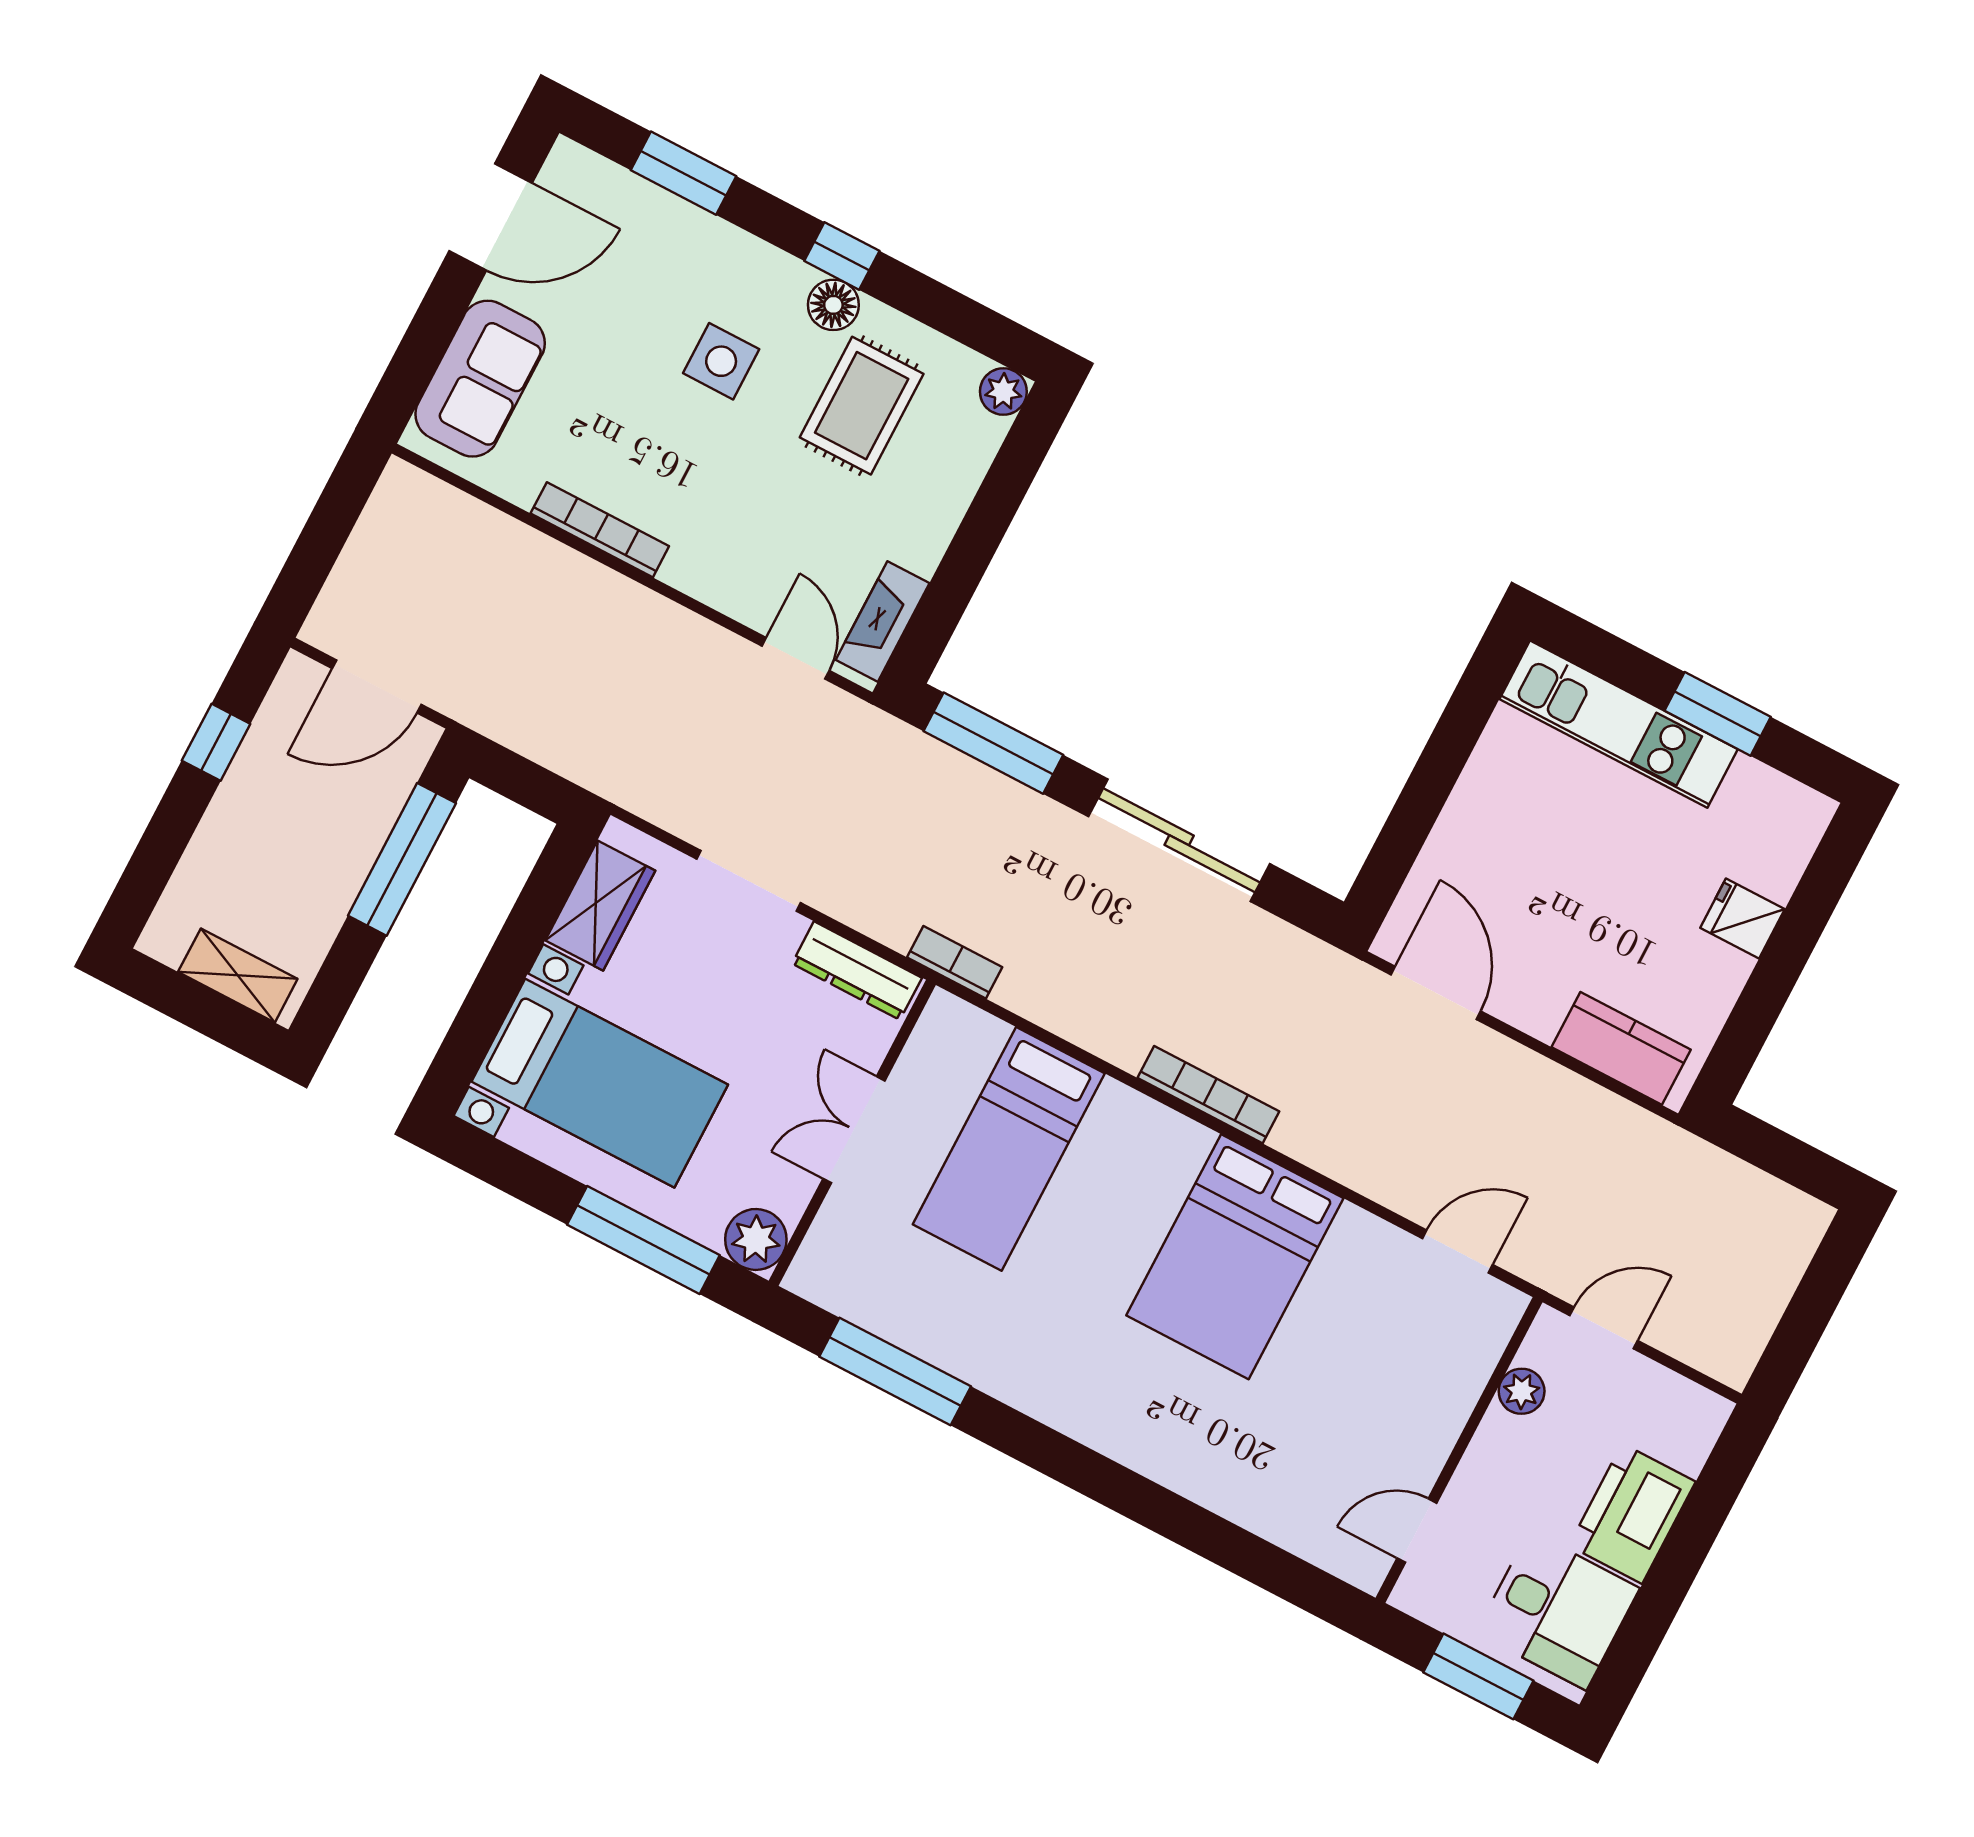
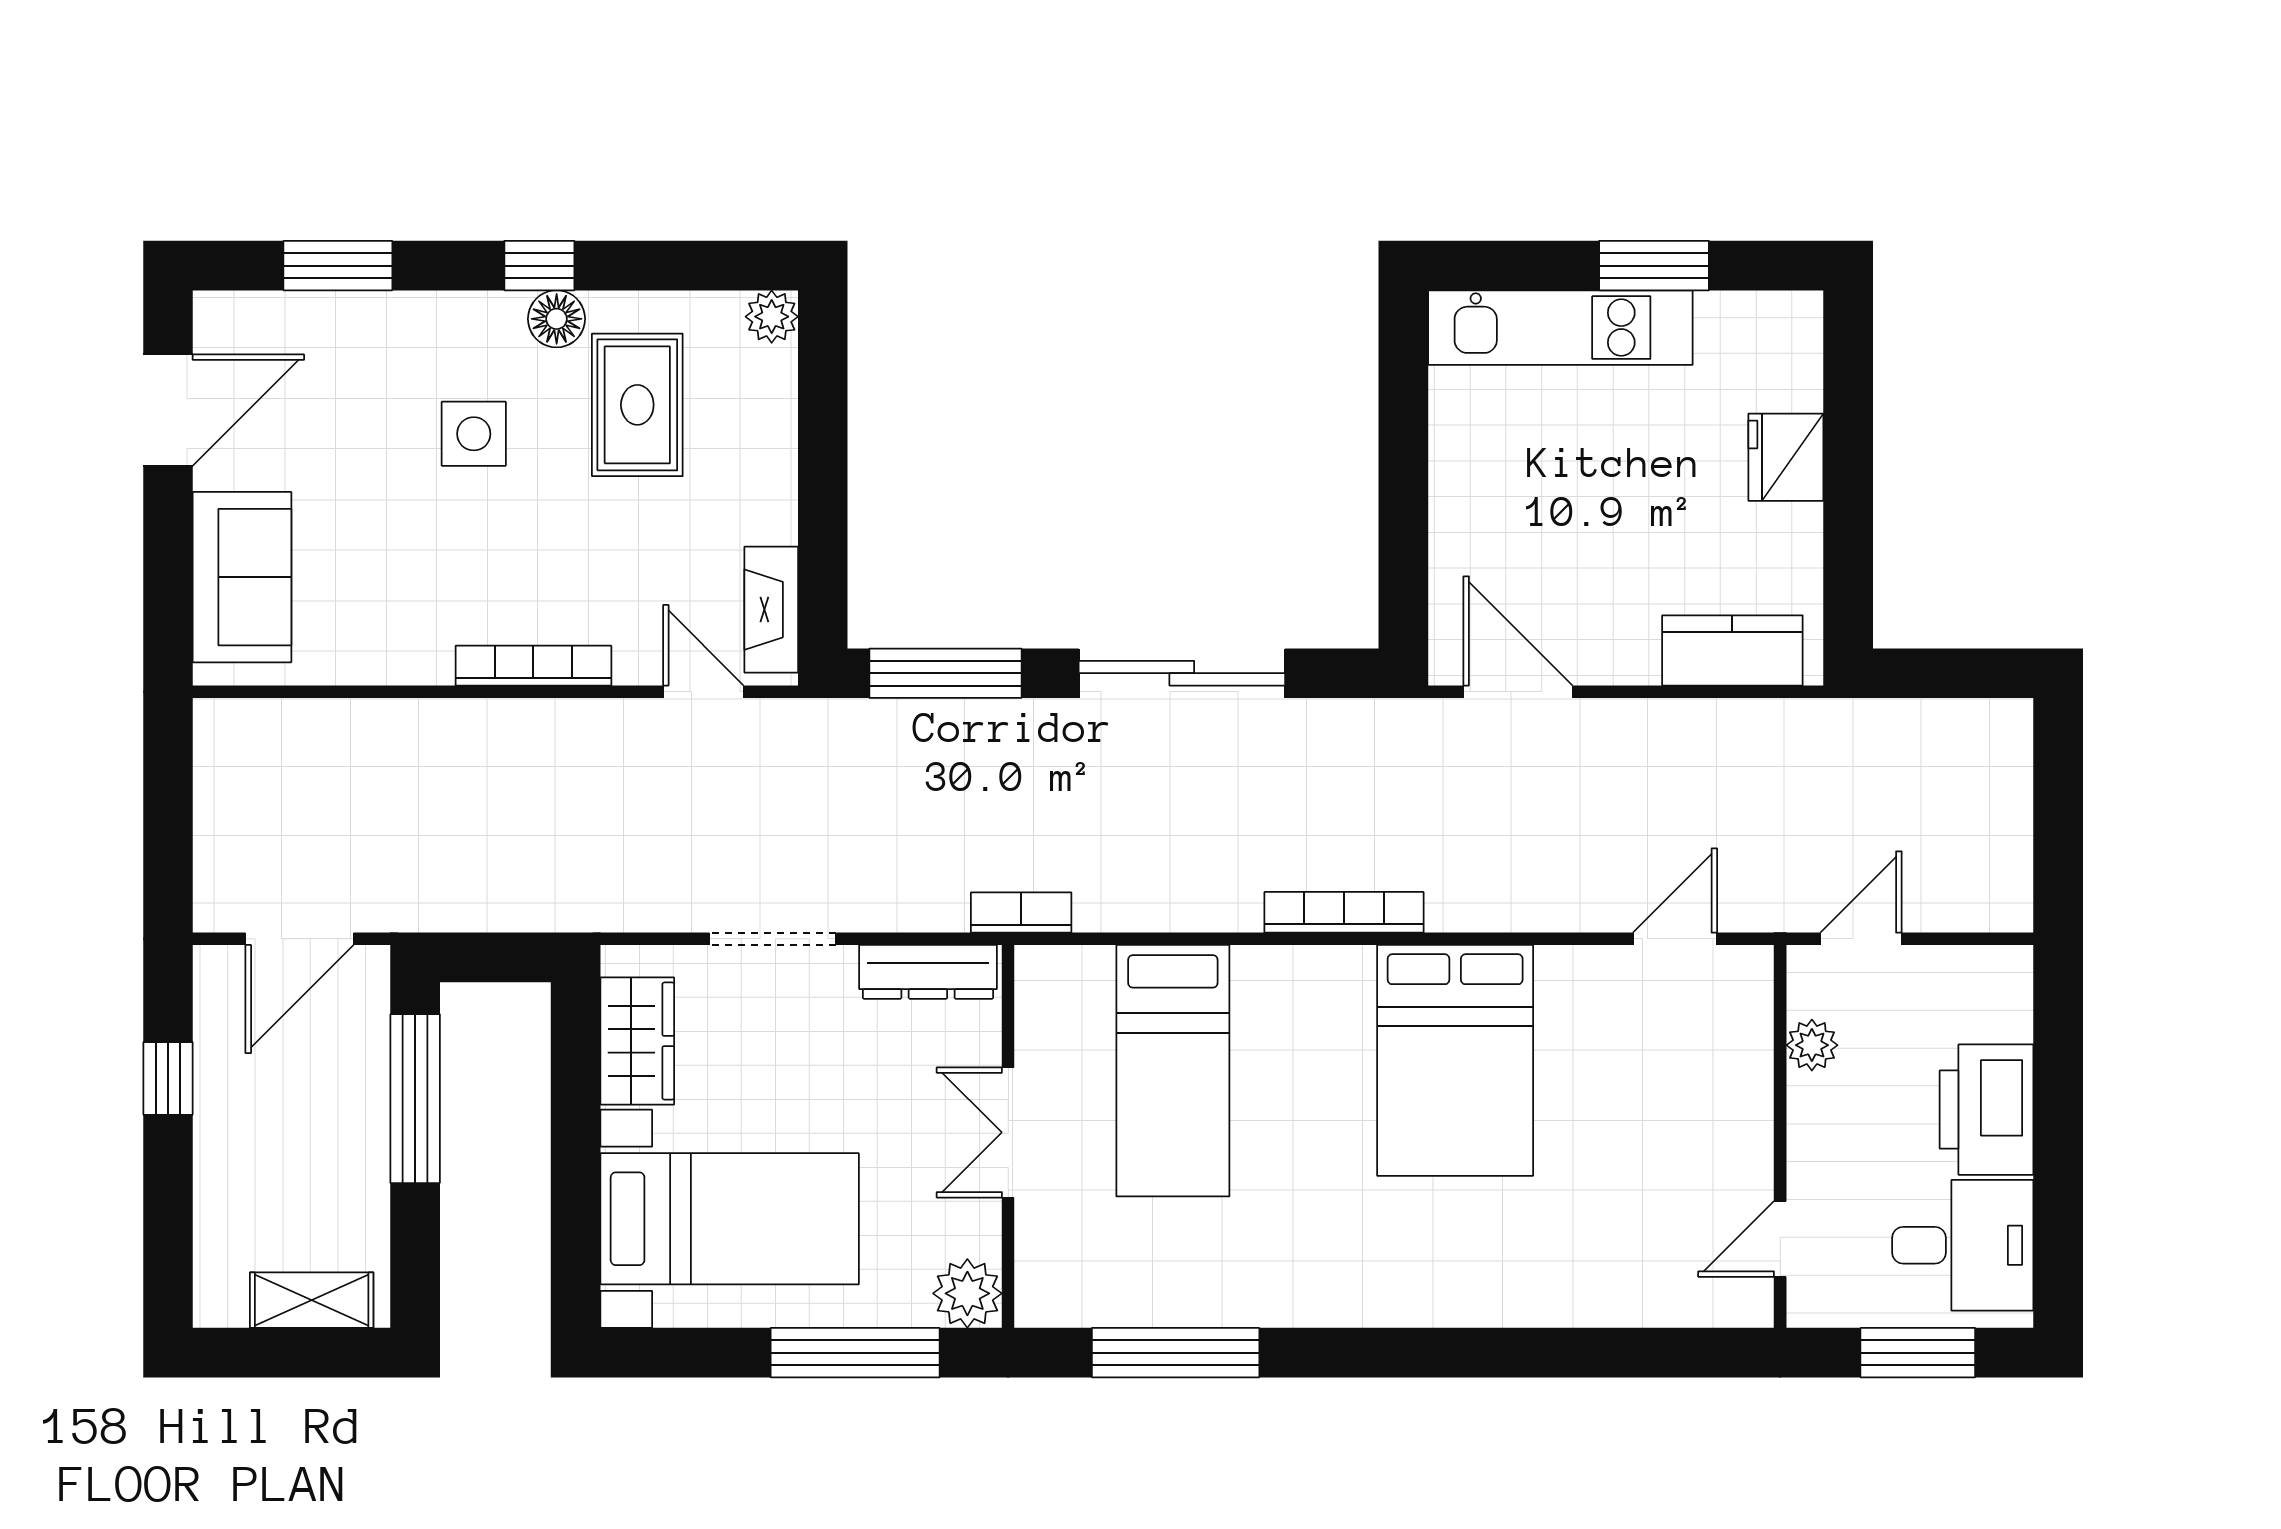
bookcase: (600, 530) -> (533, 666), moved
fridge: (1743, 919) -> (1786, 457), width x1.38

